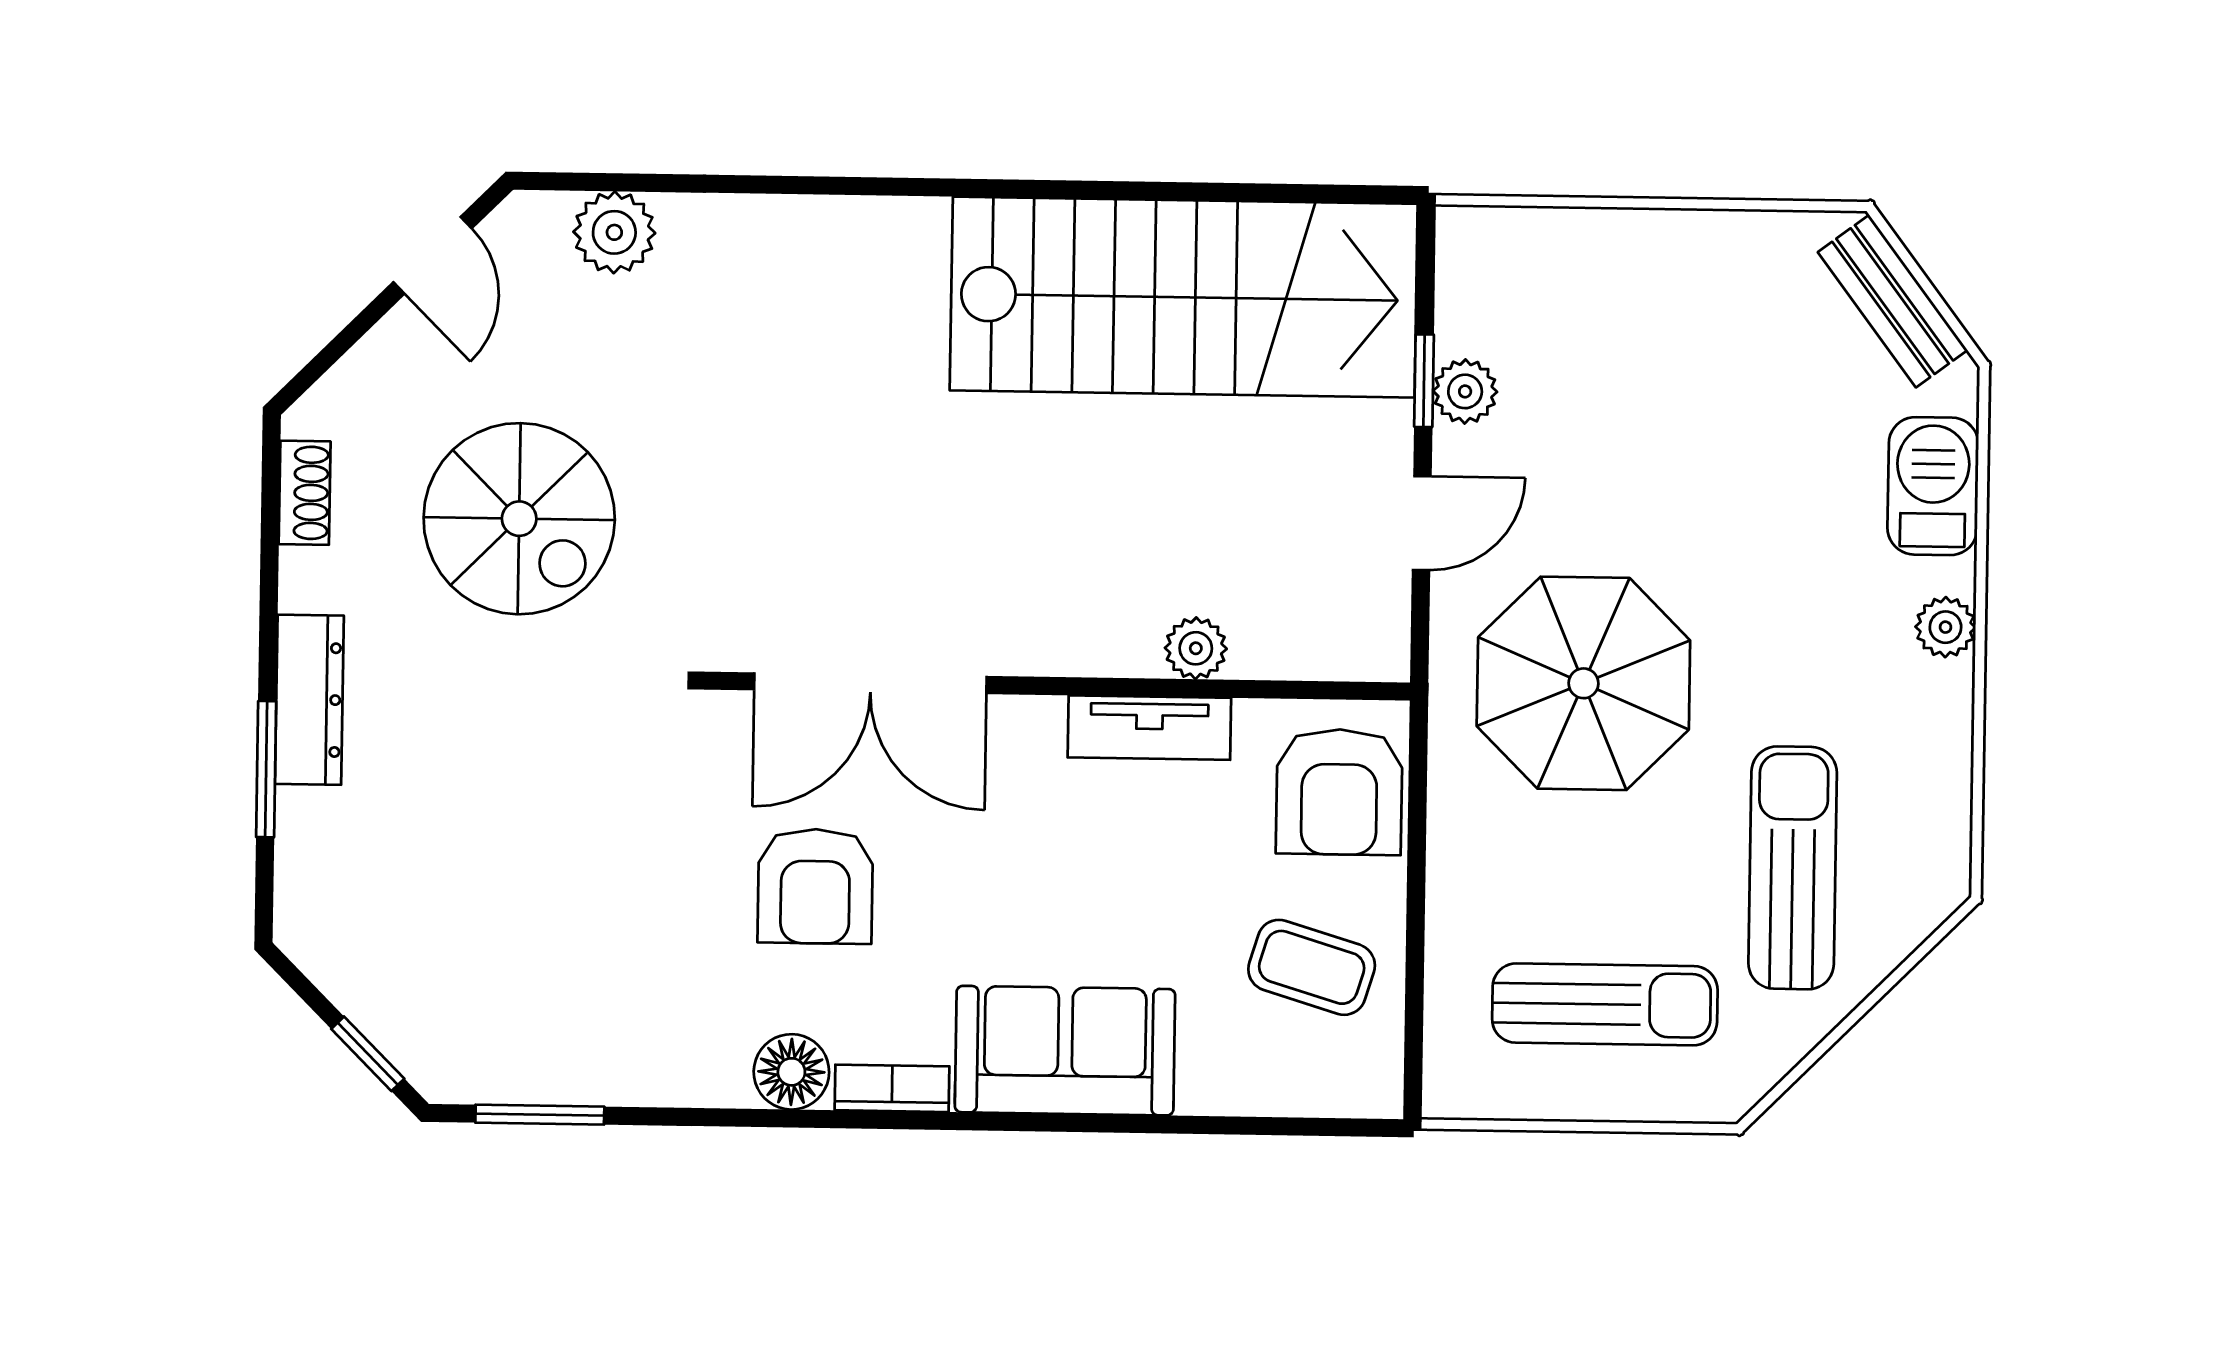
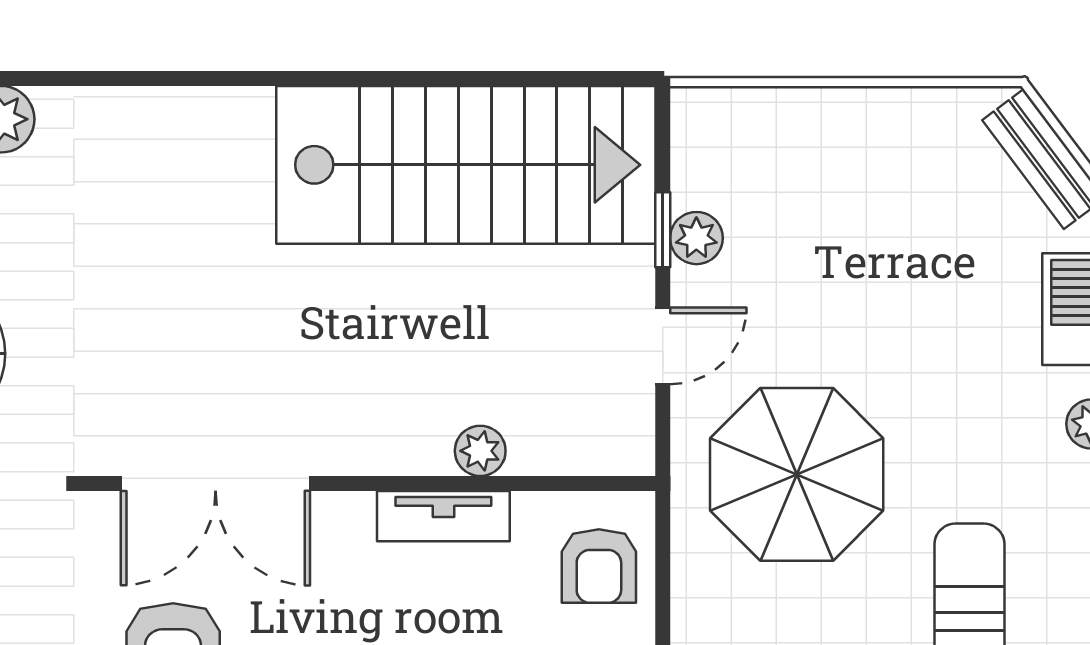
armchair: (1339, 792) -> (599, 566), width x0.72, depth x0.72

